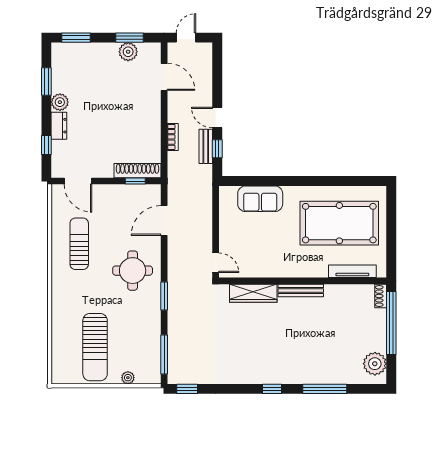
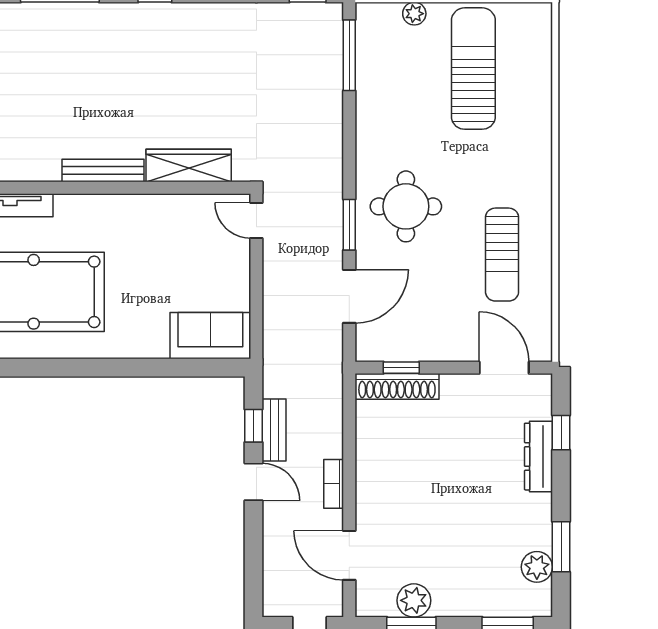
plant: (60, 102) -> (537, 567), moved
dresser: (59, 126) -> (538, 457), width x1.44
bookcase: (173, 137) -> (334, 484), moved
sofa: (260, 199) -> (210, 336), moved
window: (164, 296) -> (349, 225), moved

